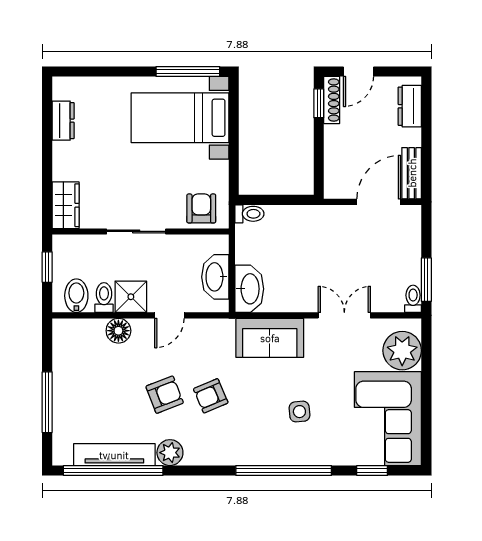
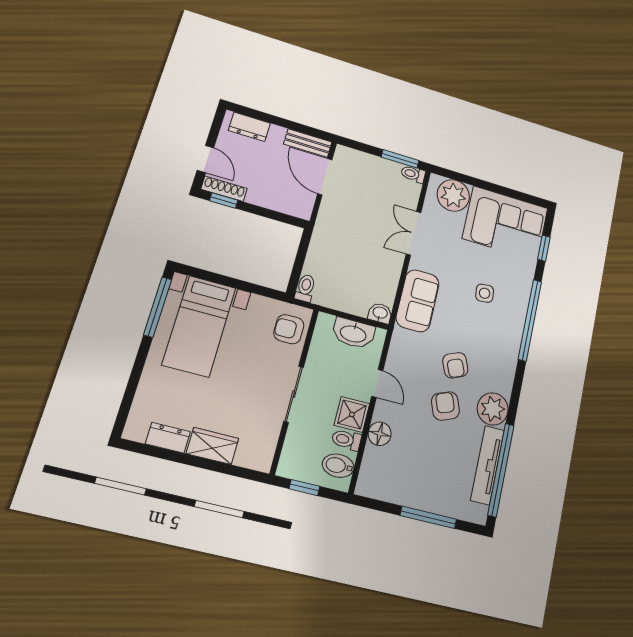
wardrobe: (66, 205) -> (212, 446), moved
washbasin: (249, 289) -> (380, 313), width x0.52, depth x0.69
plant: (170, 453) -> (493, 409), width x1.36, depth x1.36

